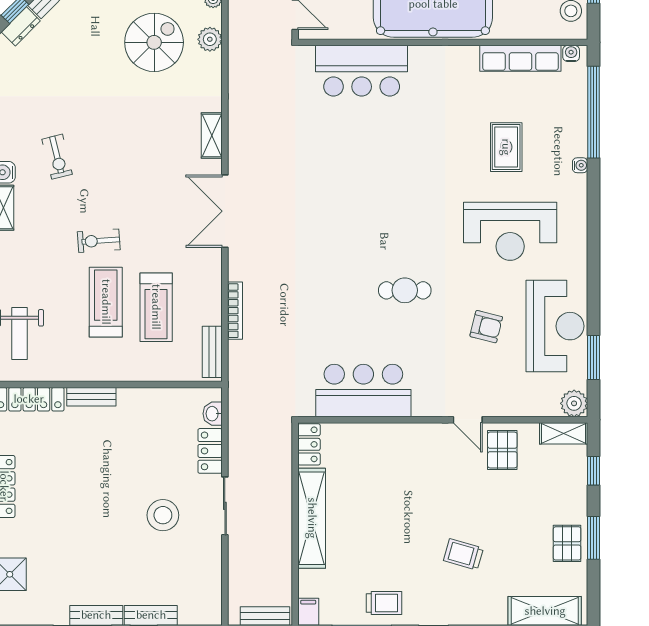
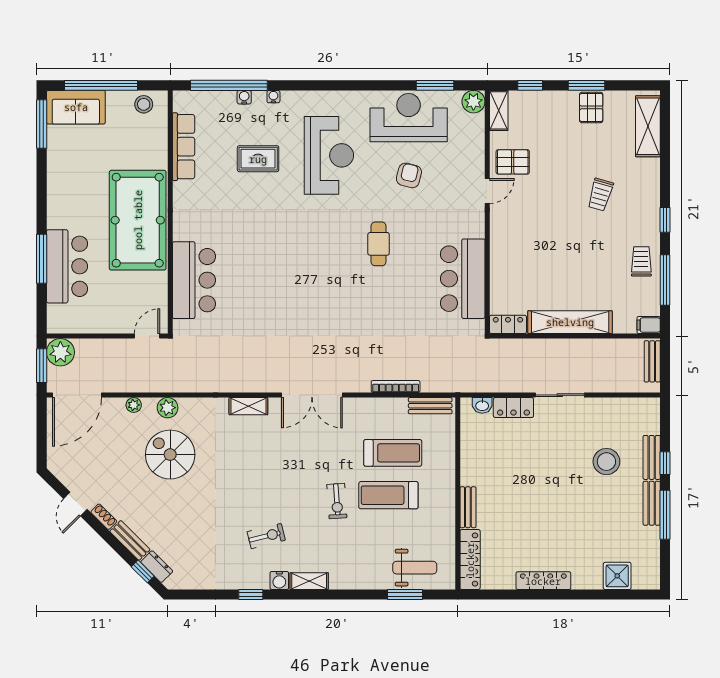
water cooler: (571, 53) -> (244, 97), moved, turned 90
stool: (163, 515) -> (606, 462), moved
pallet: (567, 543) -> (591, 107), turned 90

